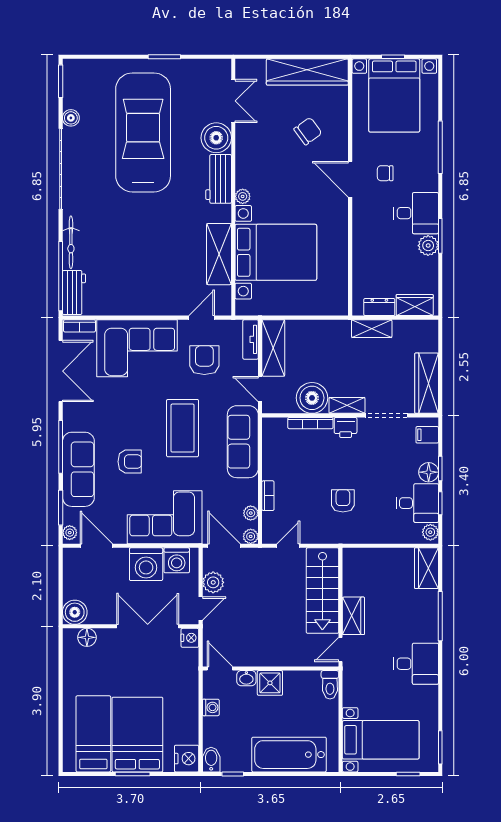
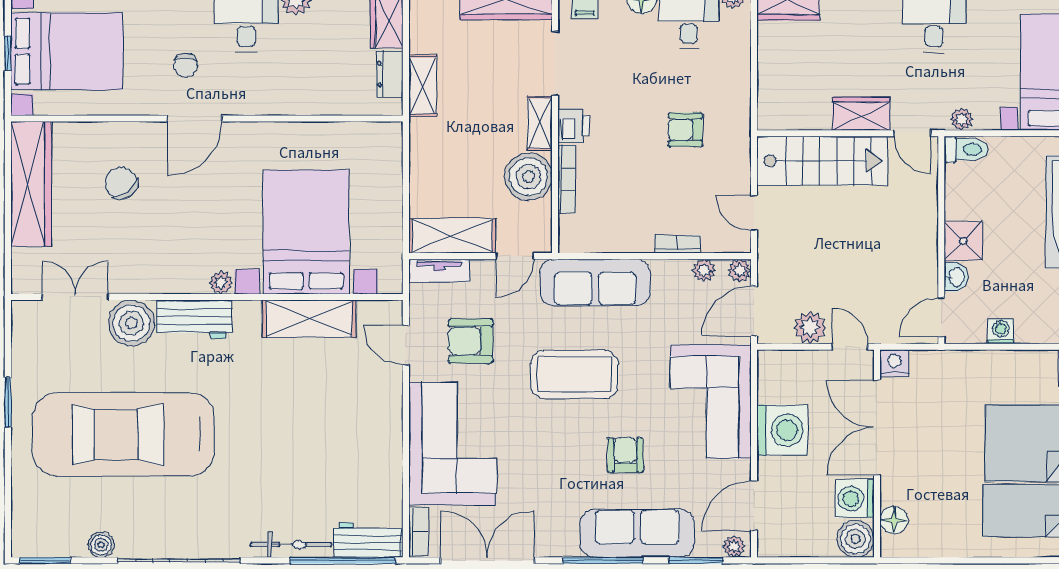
washing machine: (177, 560) -> (855, 499), moved, turned 180
plant: (350, 682) -> (962, 119), added

